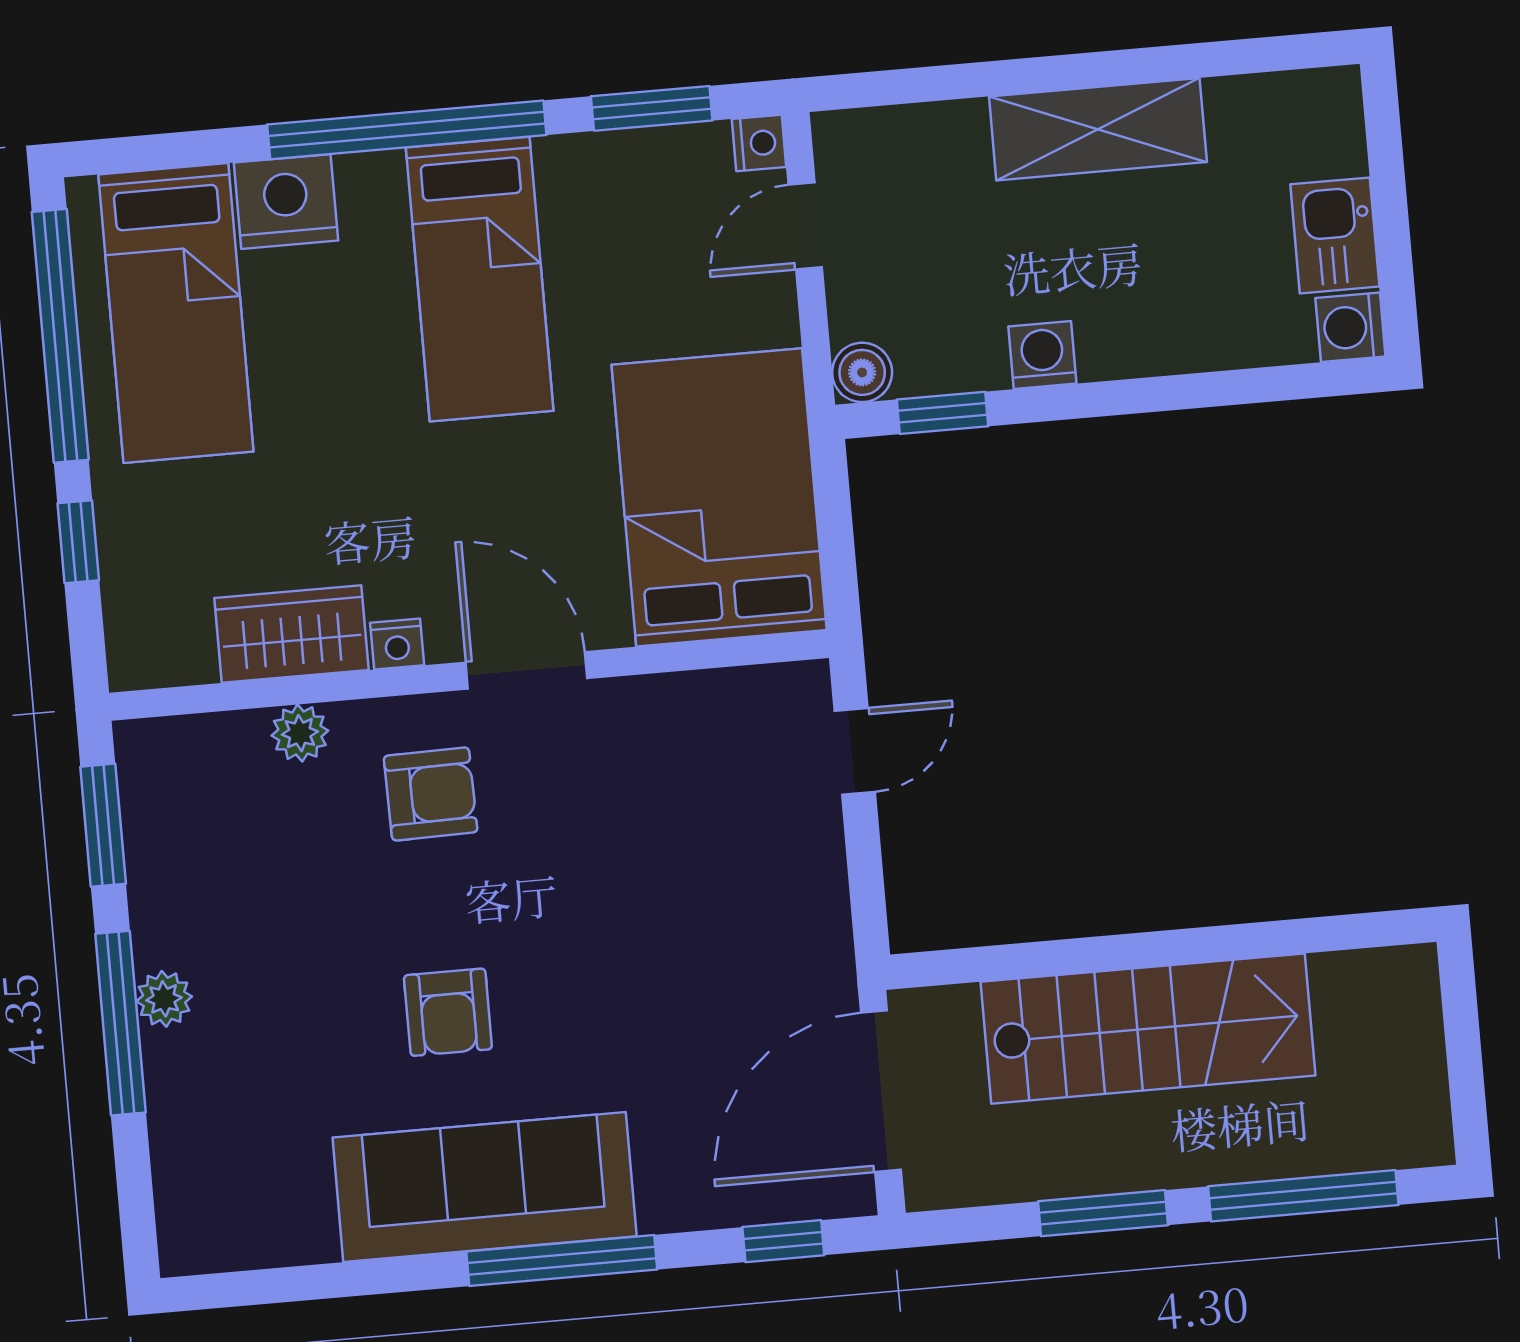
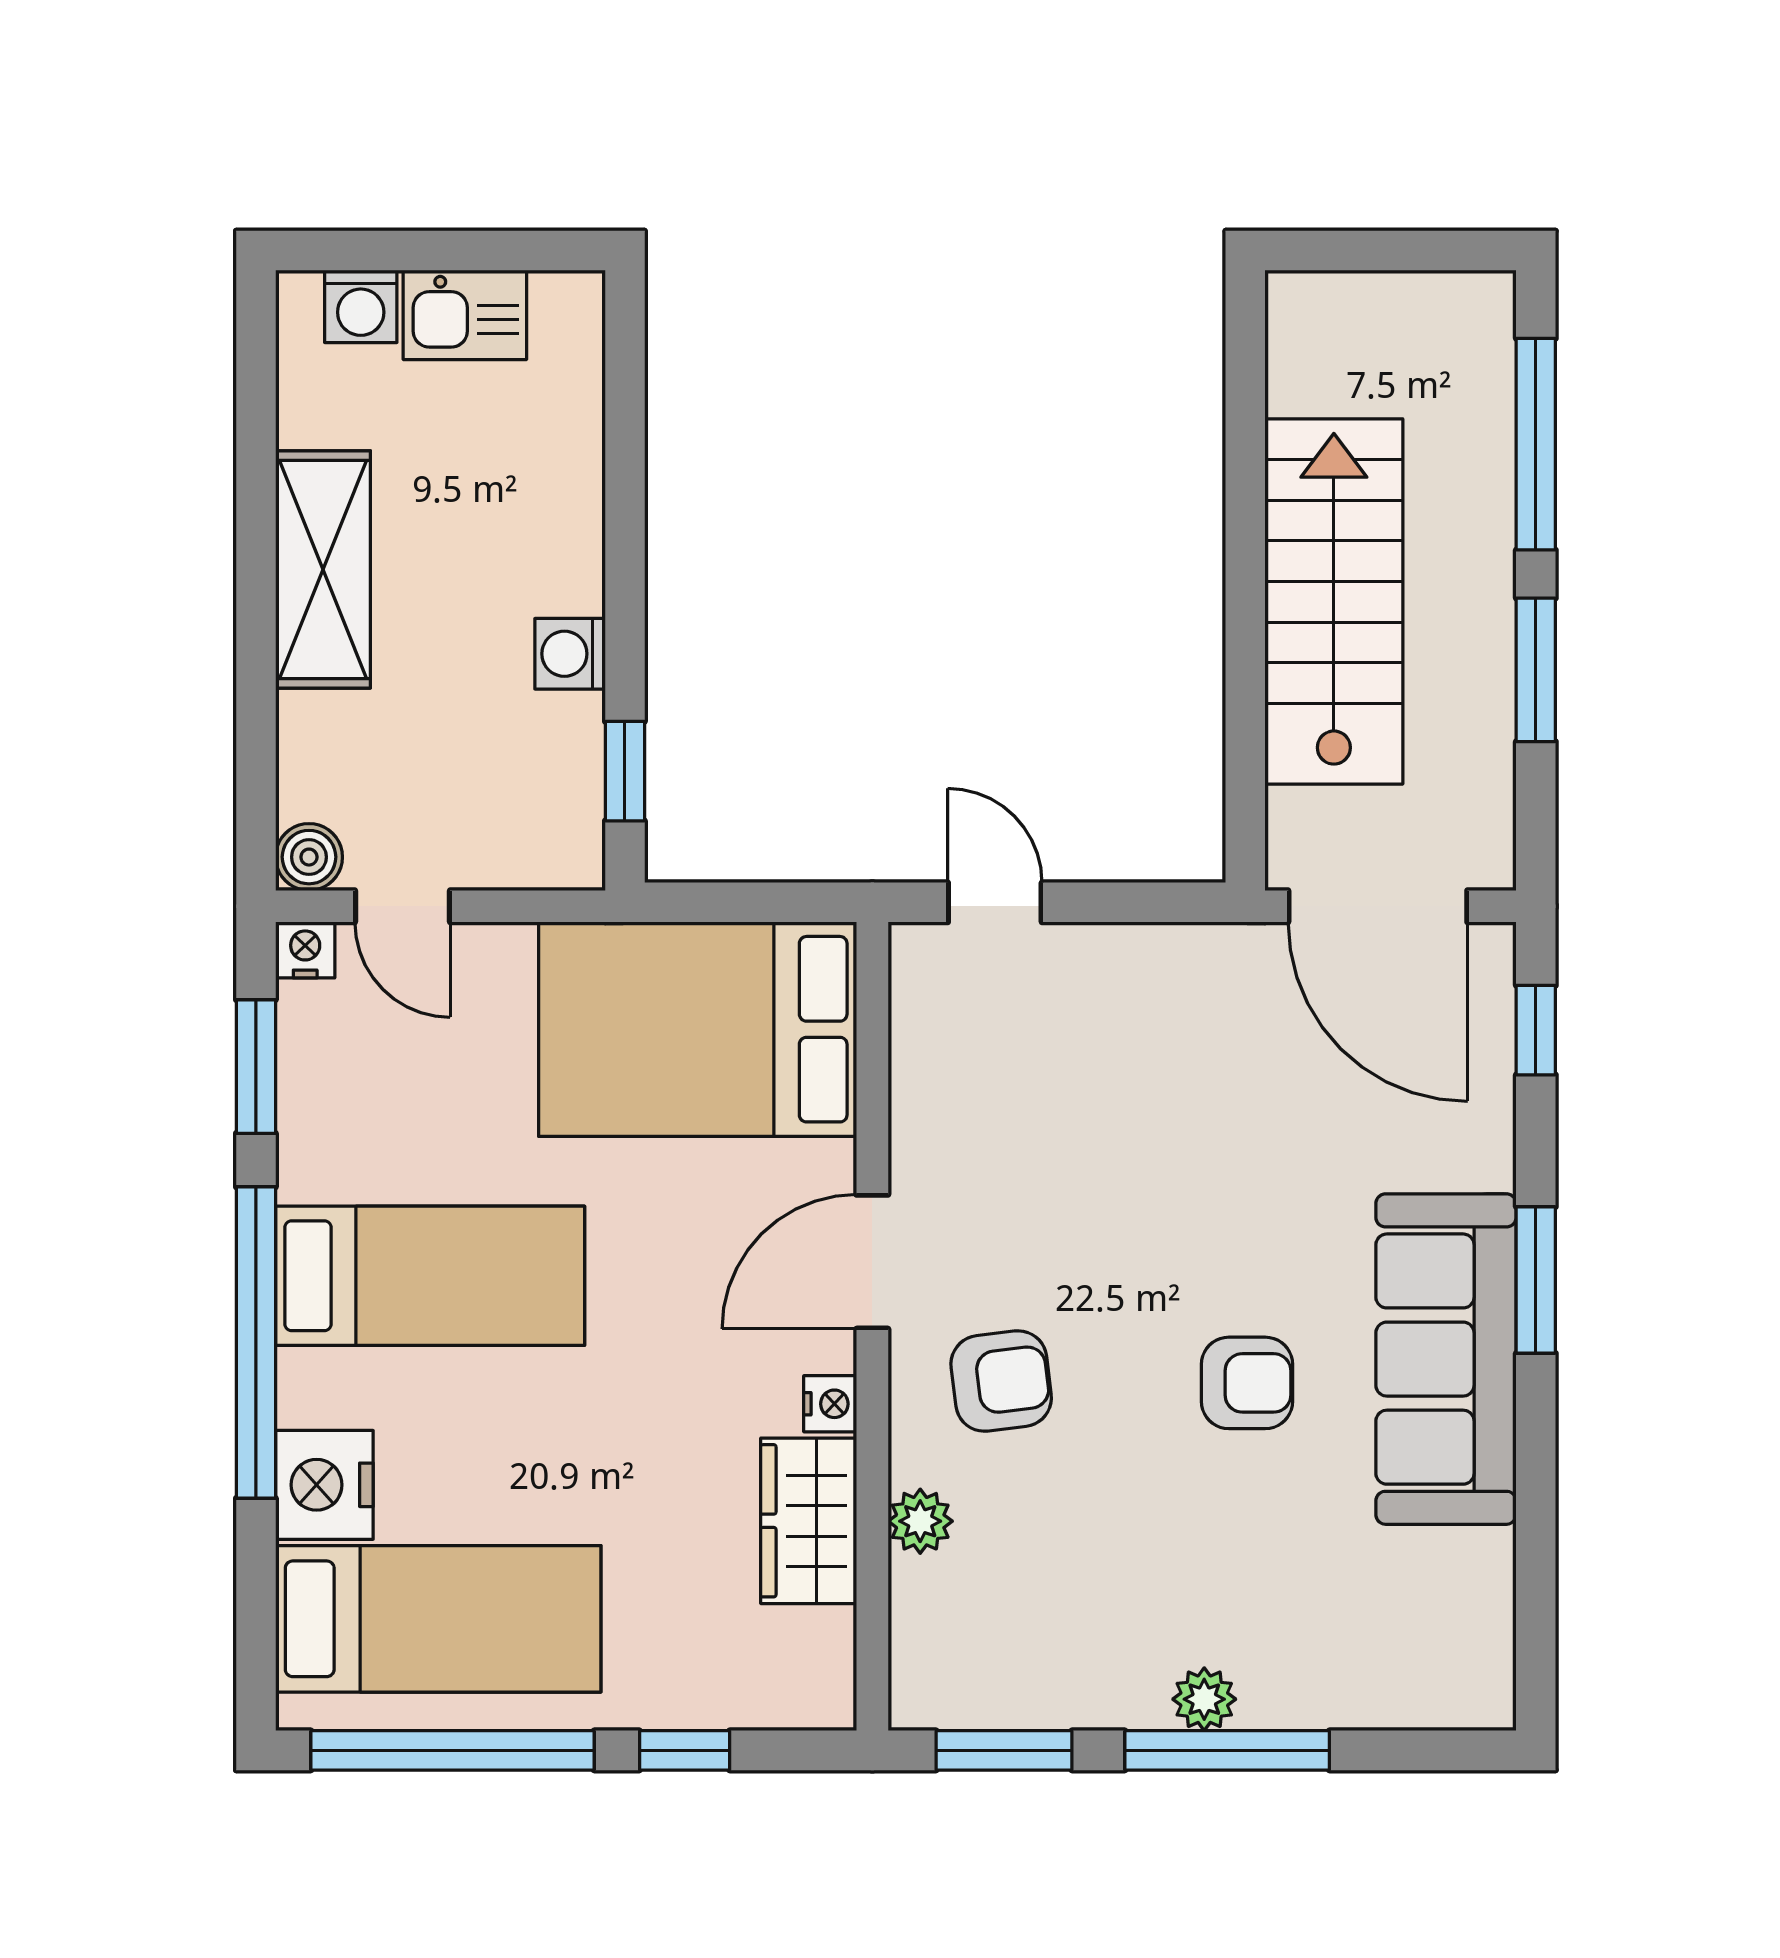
washing machine: (1350, 327) -> (361, 306), moved
boiler: (862, 372) -> (309, 857), moved
armchair: (431, 794) -> (1001, 1381), turned 84
window: (562, 1261) -> (1536, 1280), width x0.69

